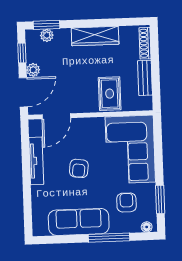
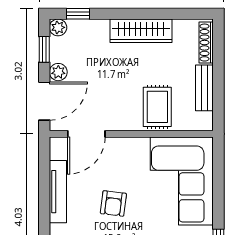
window: (47, 25) -> (78, 14), width x0.67
plant: (47, 35) -> (58, 27), moved

